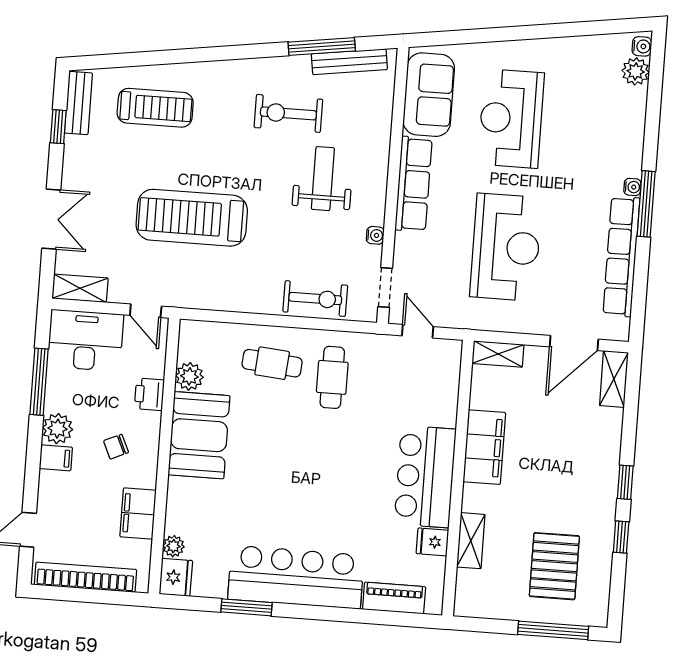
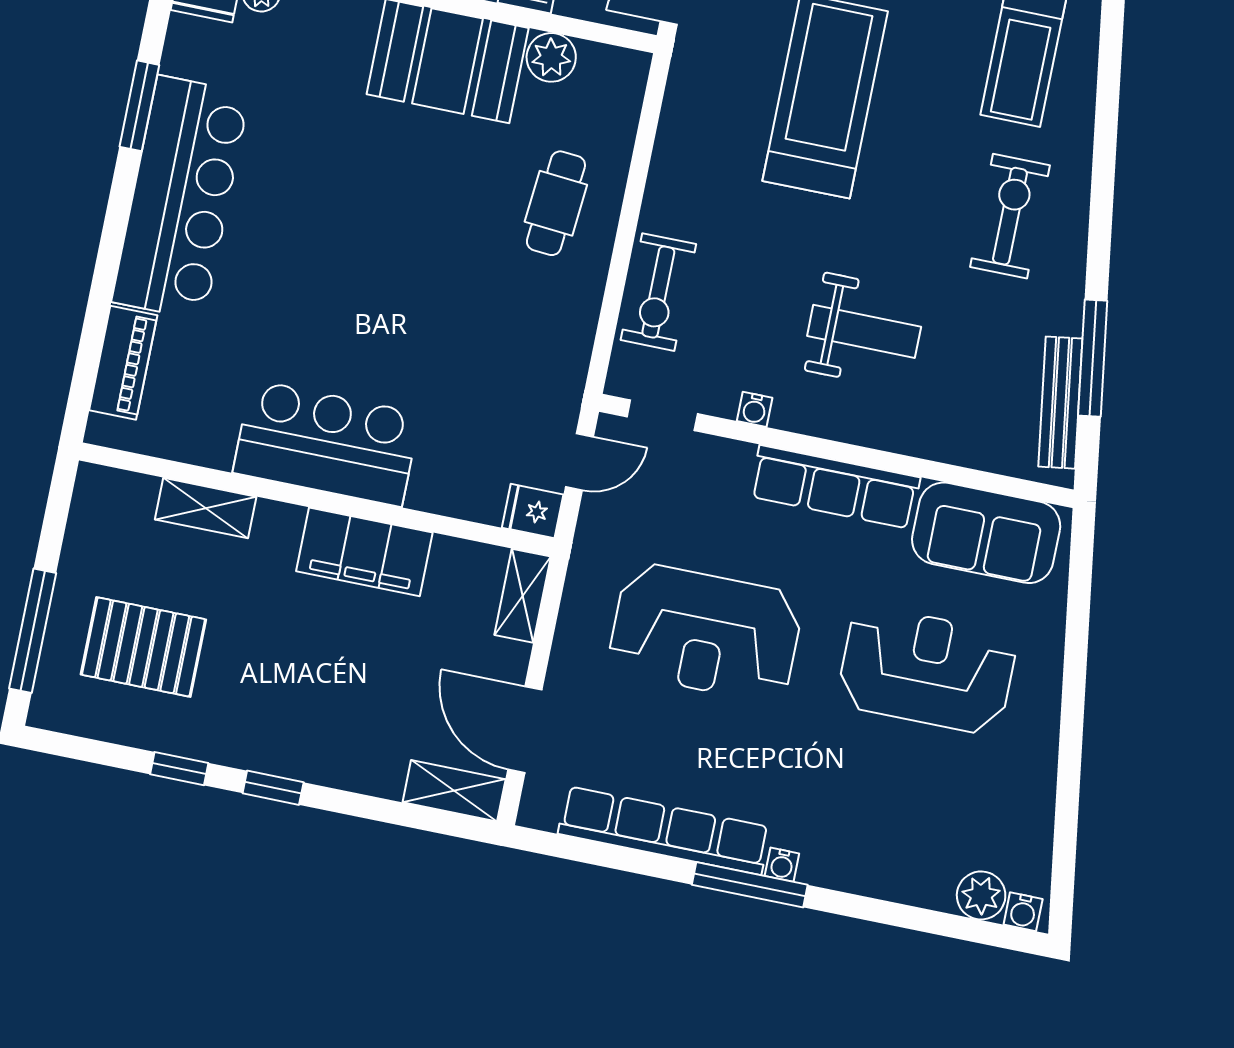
exercise bike: (288, 113) -> (1010, 216), moved
cafe table: (332, 377) -> (518, 304), removed
fridge: (432, 542) -> (533, 511), moved, turned -90

